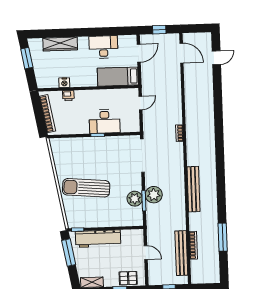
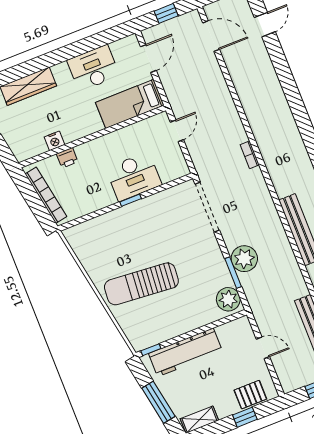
plant: (135, 199) -> (228, 299), moved
window: (69, 253) -> (158, 402), moved

